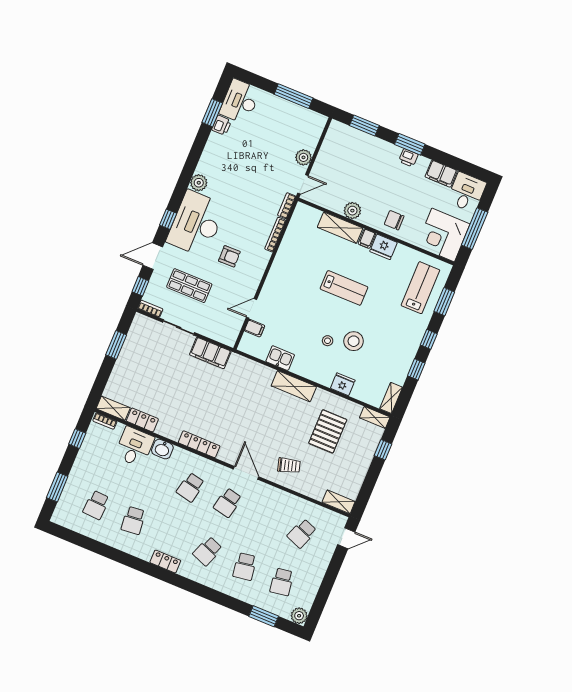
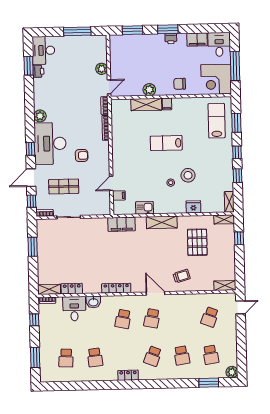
fridge: (384, 247) -> (180, 105), removed
lab bench: (344, 288) -> (166, 143), turned 180
filing cabinet: (210, 353) -> (122, 224), moved

